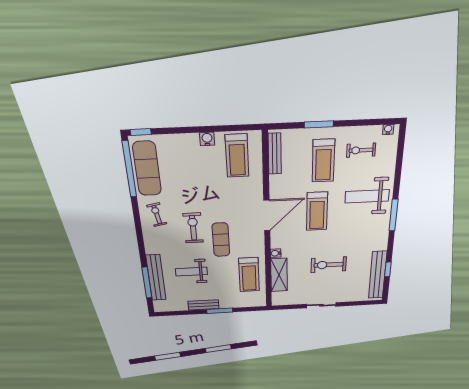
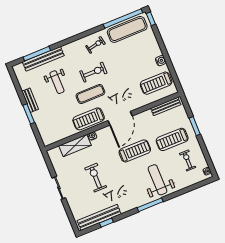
treadmill: (317, 211) -> (135, 151), turned 180
door: (267, 215) -> (120, 118), hinge flipped
weight bench: (191, 272) -> (57, 82), turned 180
treadmill: (249, 275) -> (89, 119), moved

